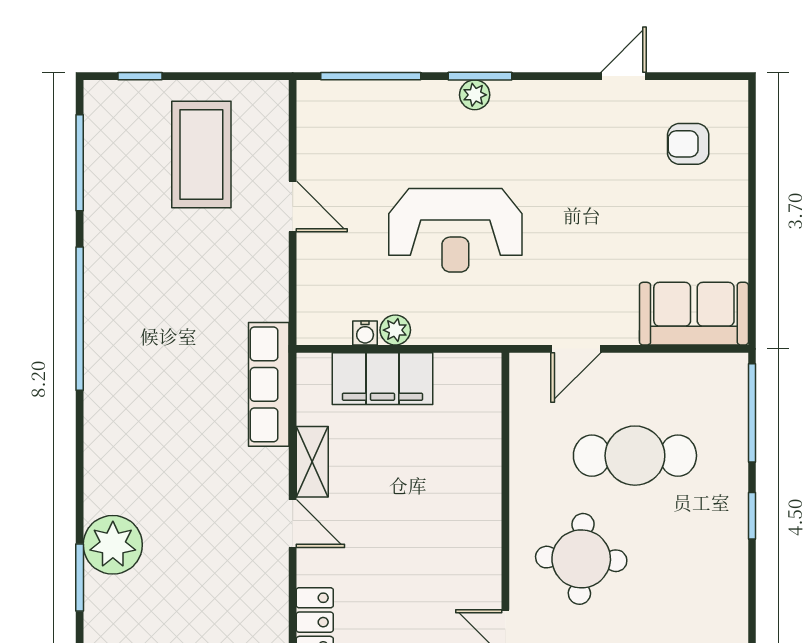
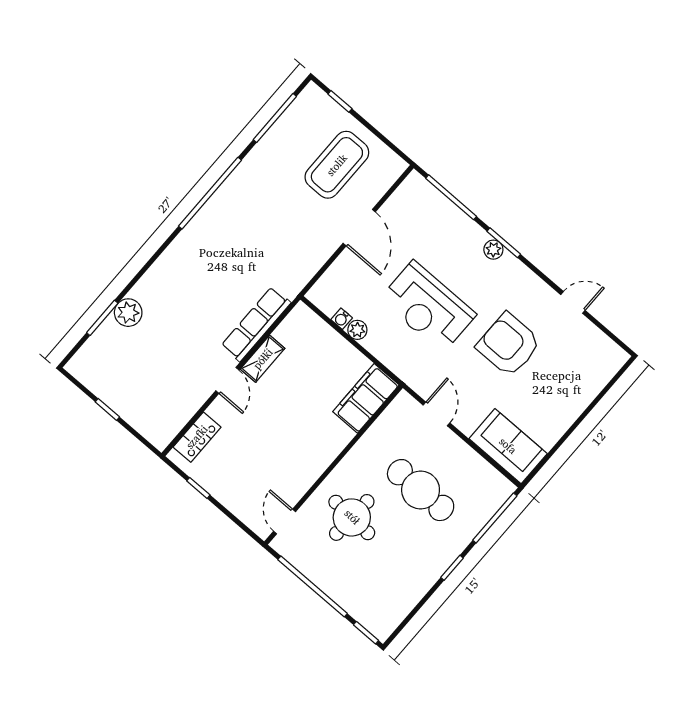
armchair: (688, 144) -> (509, 345), moved, width x1.88, depth x1.88
door: (293, 206) -> (359, 228), width x1.38
door: (576, 349) -> (437, 414), swing flipped
filing cabinet: (382, 379) -> (366, 398), moved, turned 90
row of seats: (269, 384) -> (256, 324), moved
plant: (113, 545) -> (128, 313), width x0.73, depth x0.73

